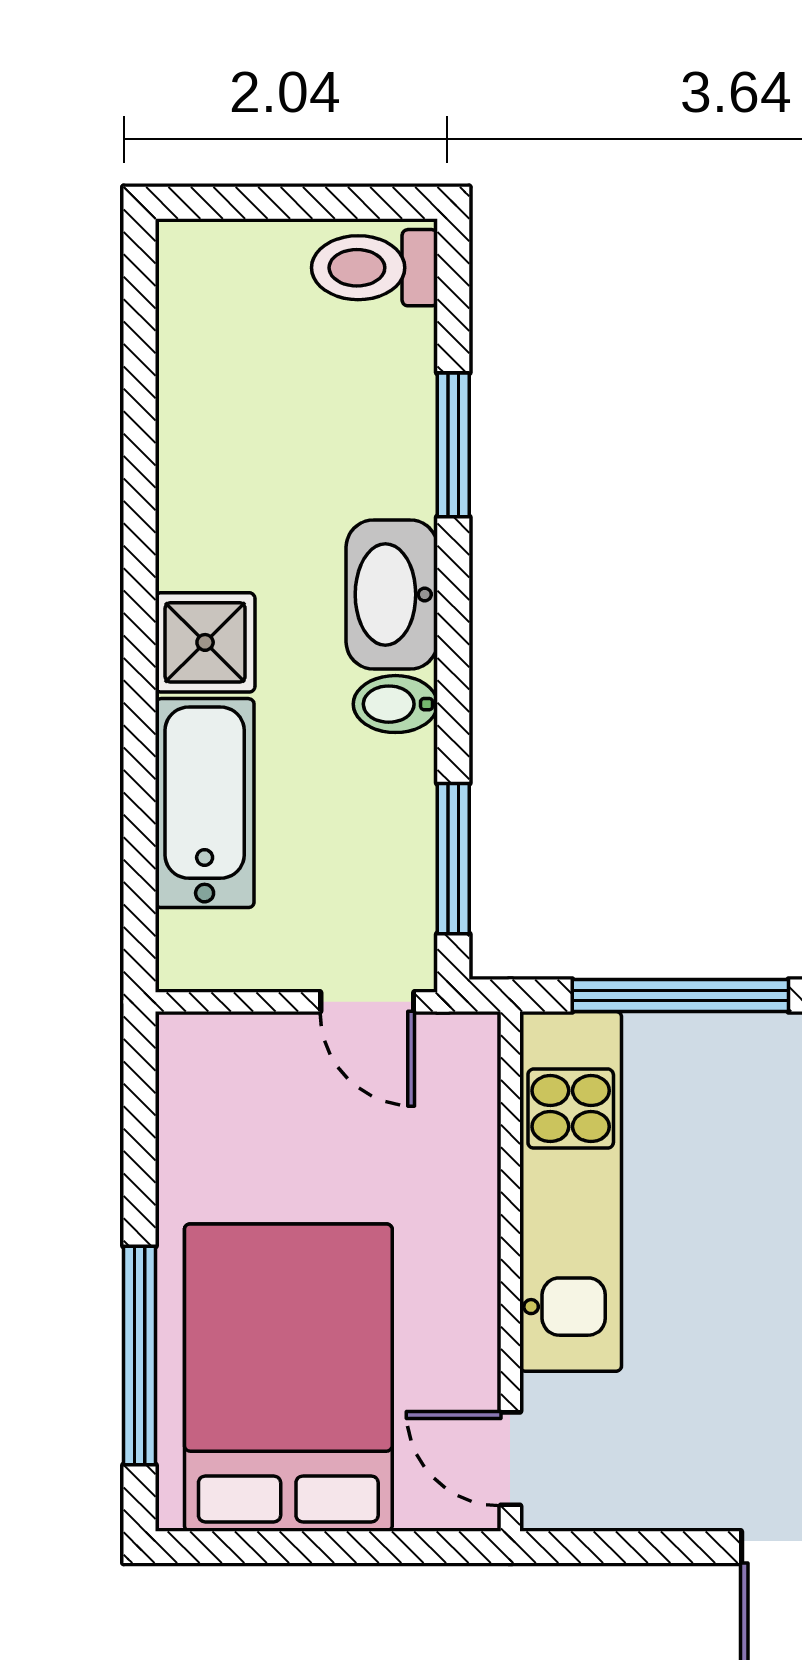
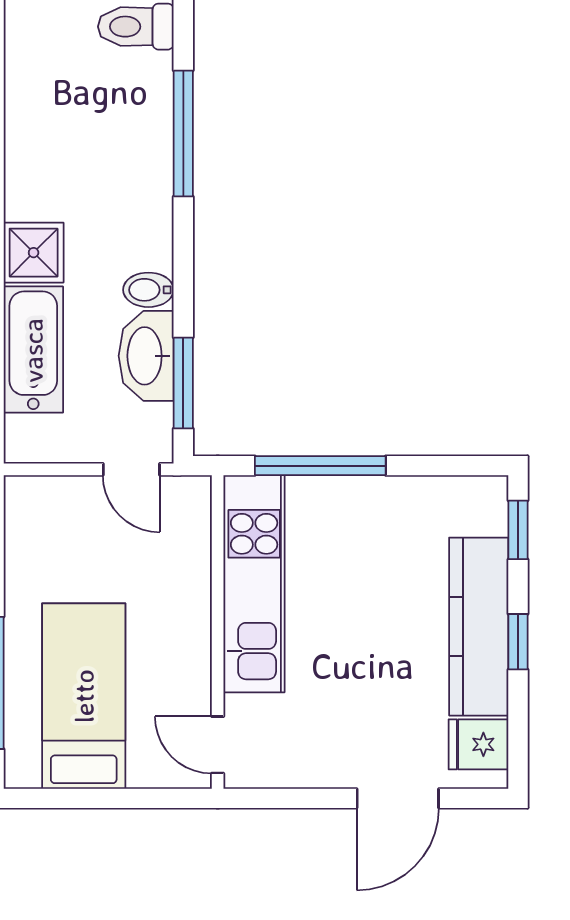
window: (453, 445) -> (183, 133), width x1.44
washbasin: (392, 594) -> (146, 356), moved
bed: (288, 1378) -> (84, 696), width x0.67

